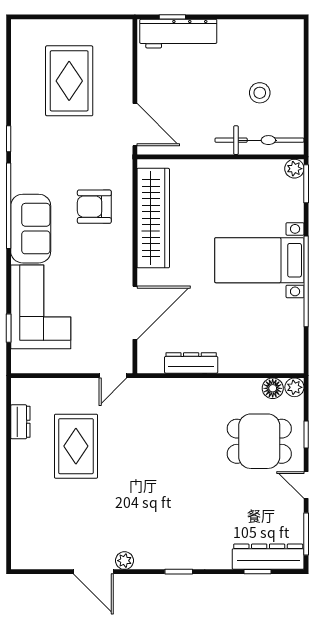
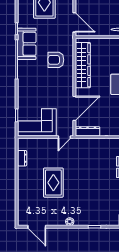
sofa: (31, 229) -> (27, 44), moved
corner sofa: (41, 307) -> (37, 122), moved, turned -90
dresser: (191, 363) -> (88, 131), moved
rug: (76, 446) -> (53, 183), moved
door: (93, 572) -> (37, 227), moved

